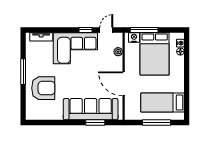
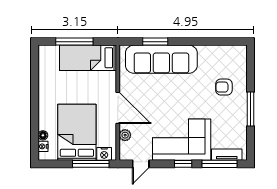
window: (47, 30) -> (219, 164), added
window: (86, 30) -> (183, 164), moved
door: (124, 84) -> (118, 108), moved
armchair: (43, 88) -> (224, 87), width x0.53, depth x0.53
bed: (162, 103) -> (88, 58), moved, turned 180

